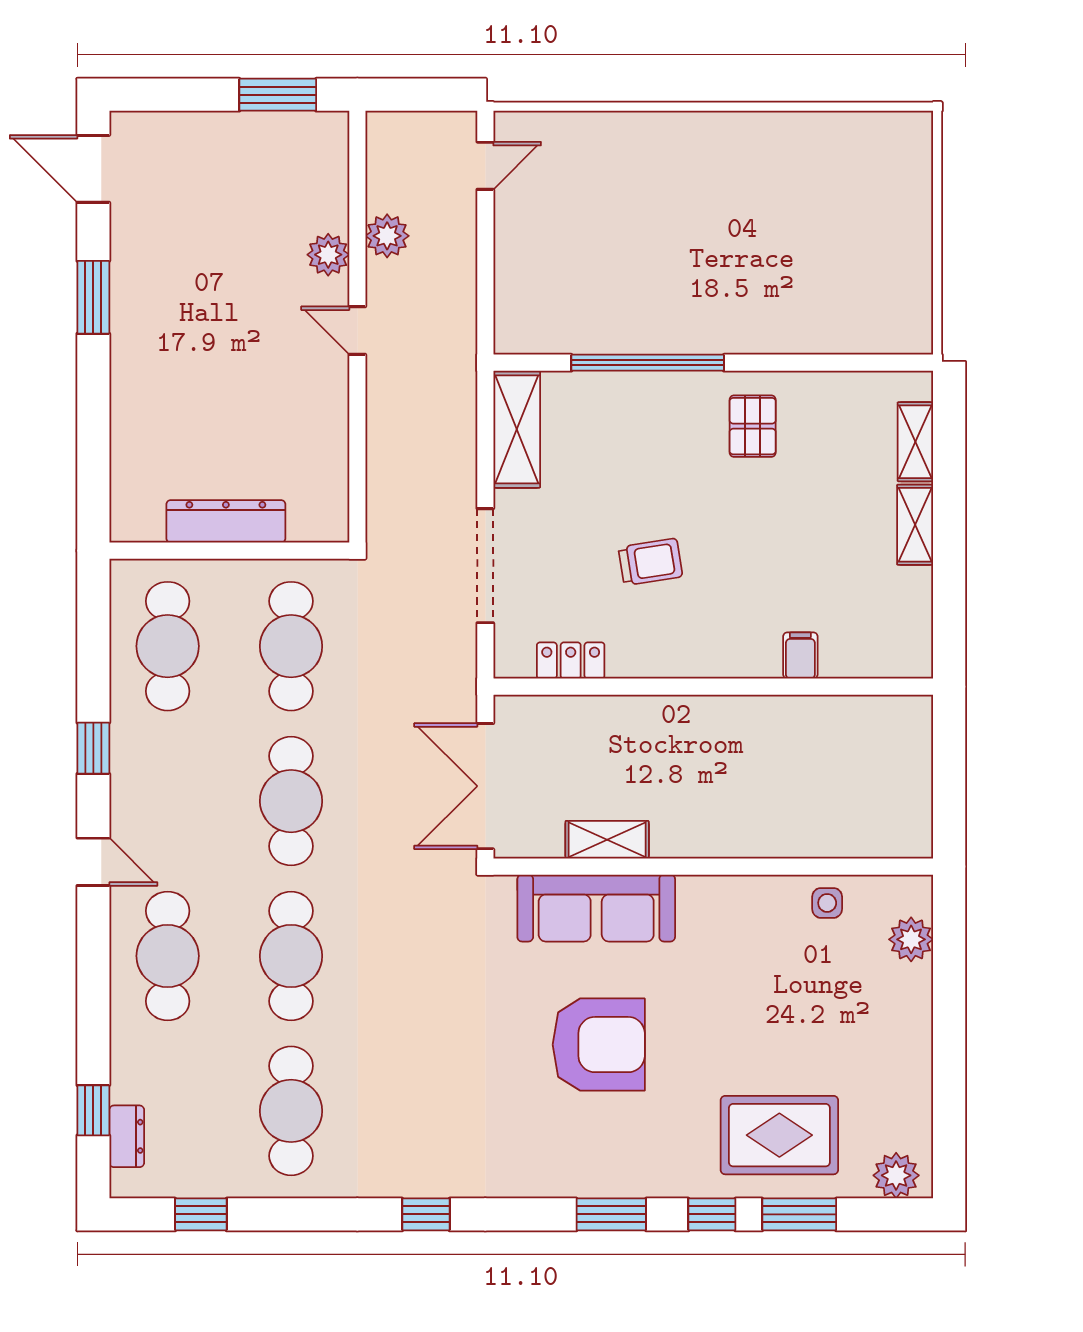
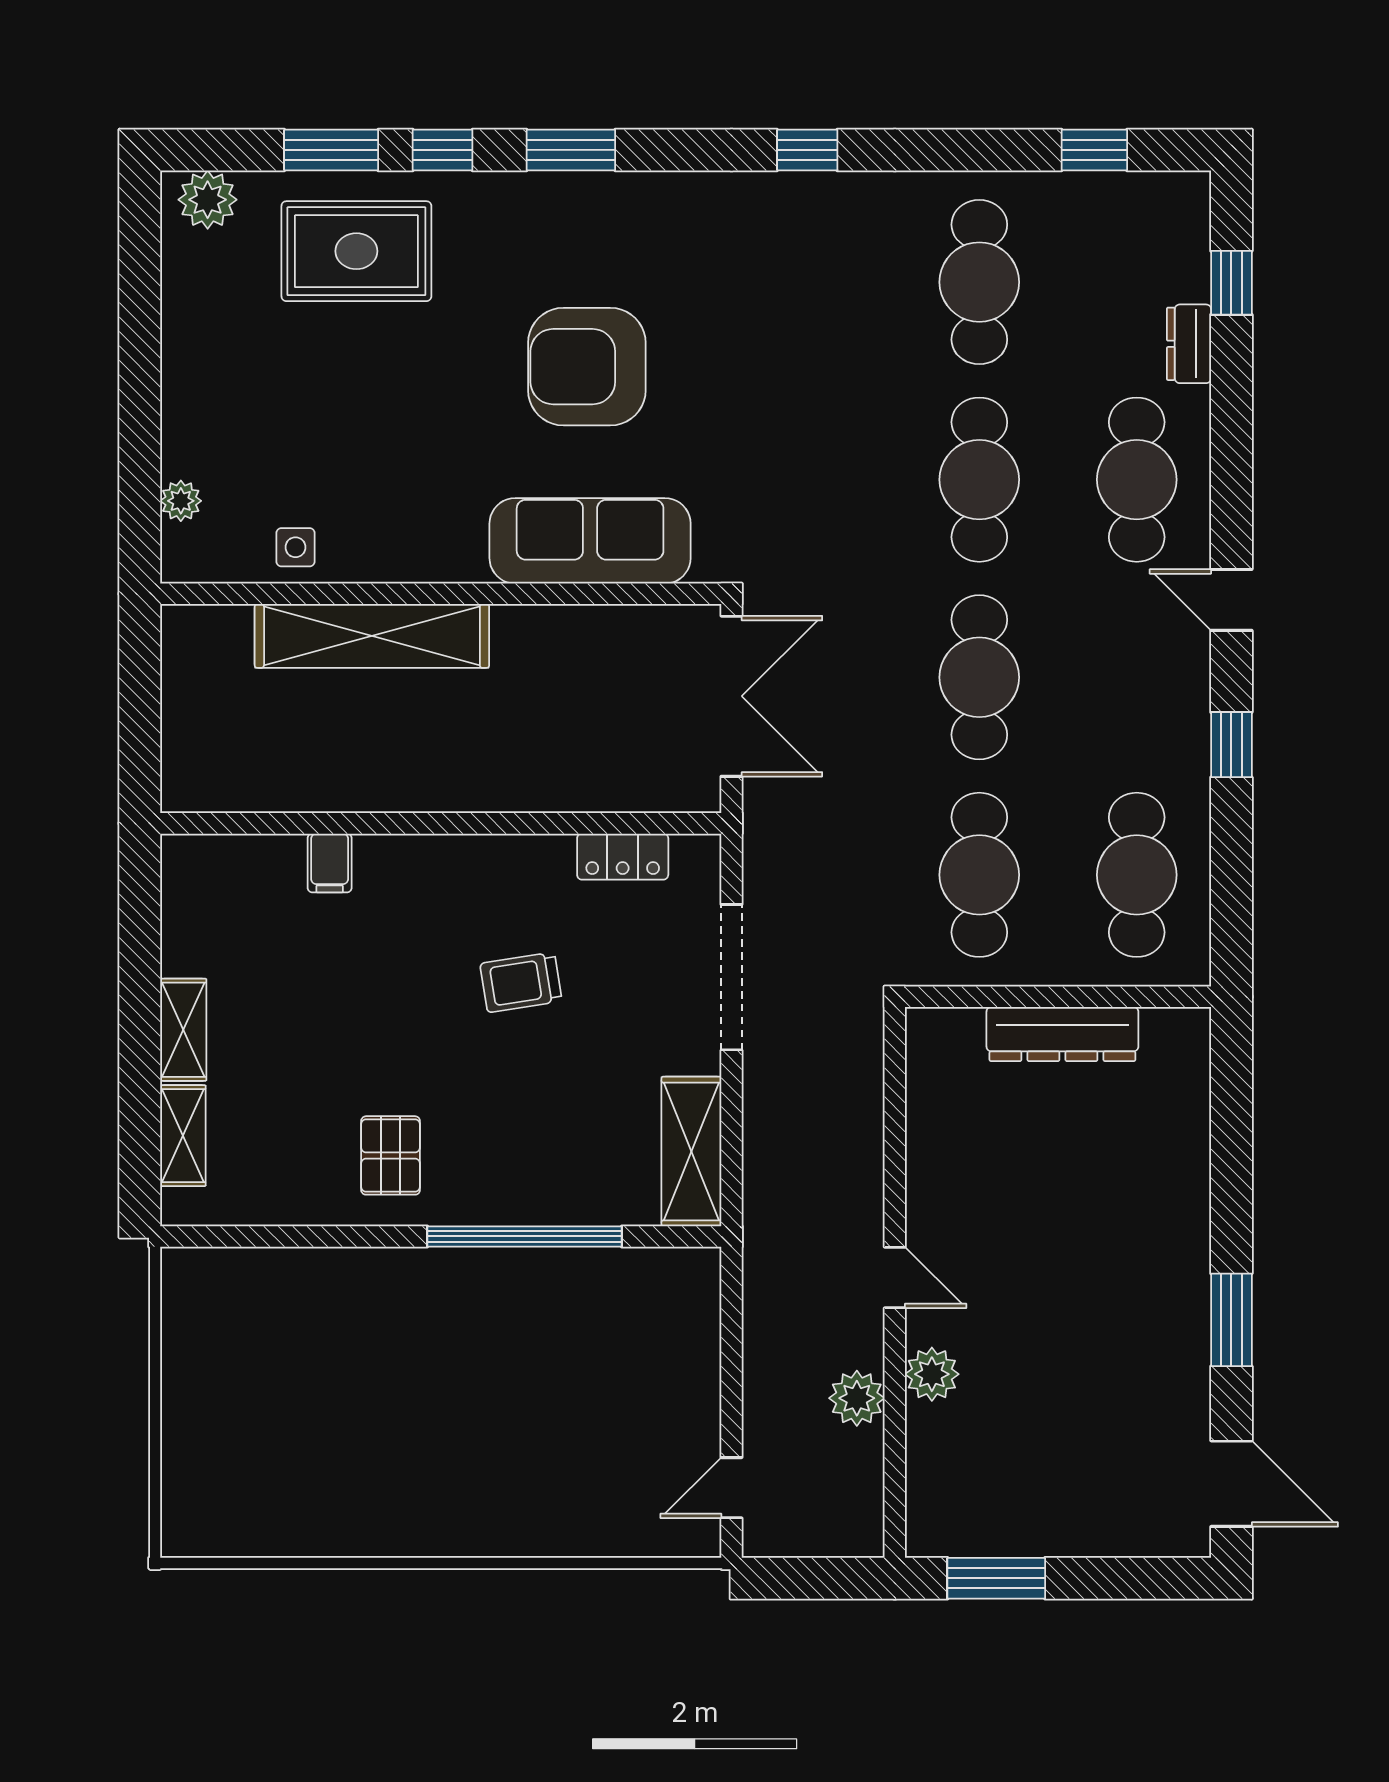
shelving: (607, 840) -> (372, 636), moved, width x2.20, depth x1.33
plant: (911, 939) -> (181, 501), width x0.73, depth x0.73
dresser: (127, 1136) -> (1189, 344), moved

